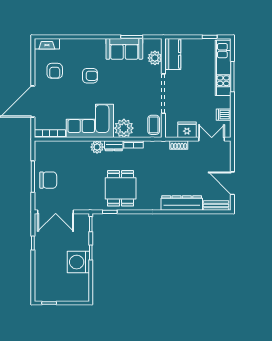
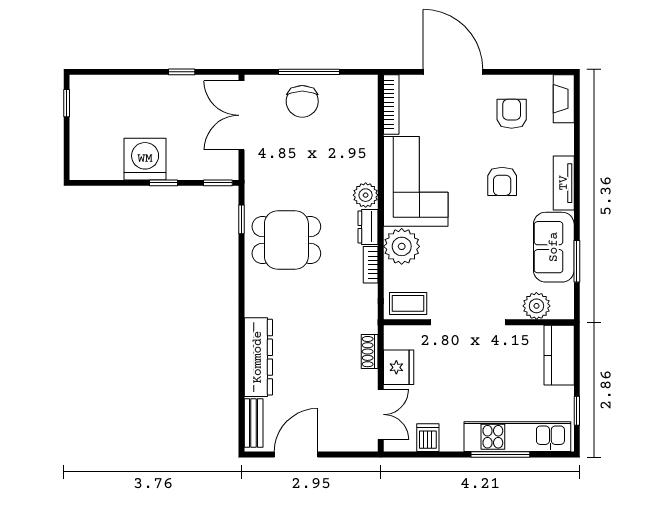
tv unit: (91, 44) -> (564, 183), added
kitchen counter: (173, 54) -> (559, 355), moved, turned 90
armchair: (55, 71) -> (512, 114), turned 90

